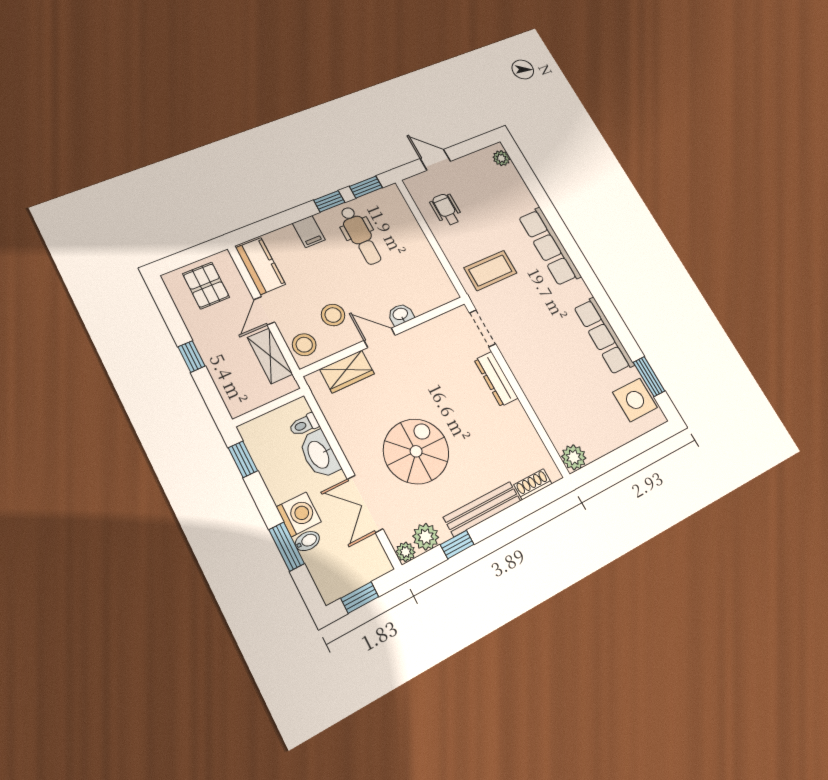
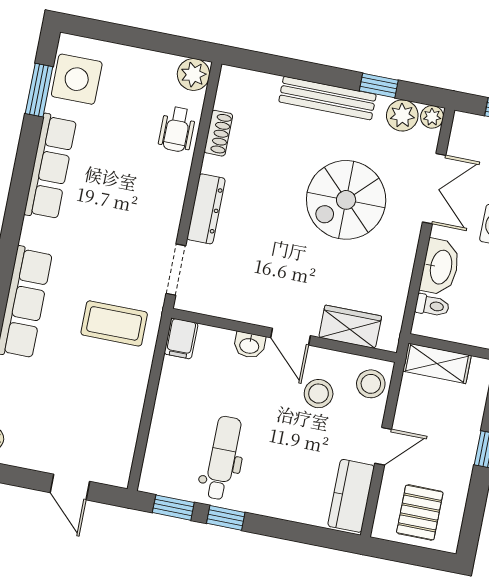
wheelchair: (446, 209) -> (177, 129), moved
filing cabinet: (309, 232) -> (181, 339), moved, turned 180
shelving: (270, 356) -> (437, 363), moved, turned 90
shoe rack: (533, 484) -> (218, 133), moved, turned -90

